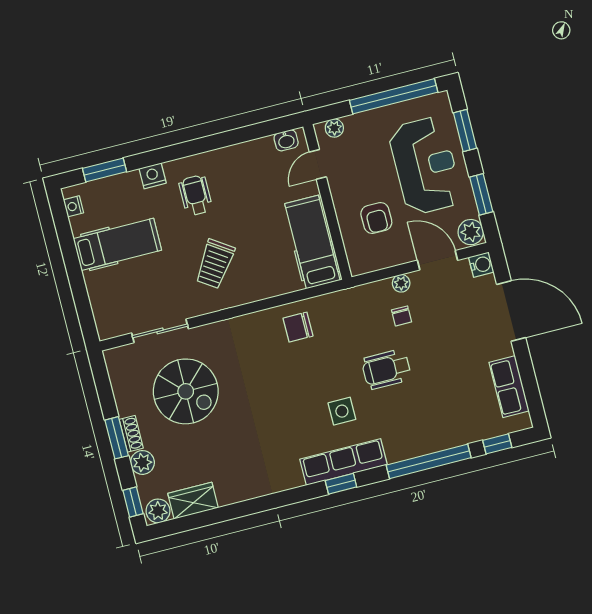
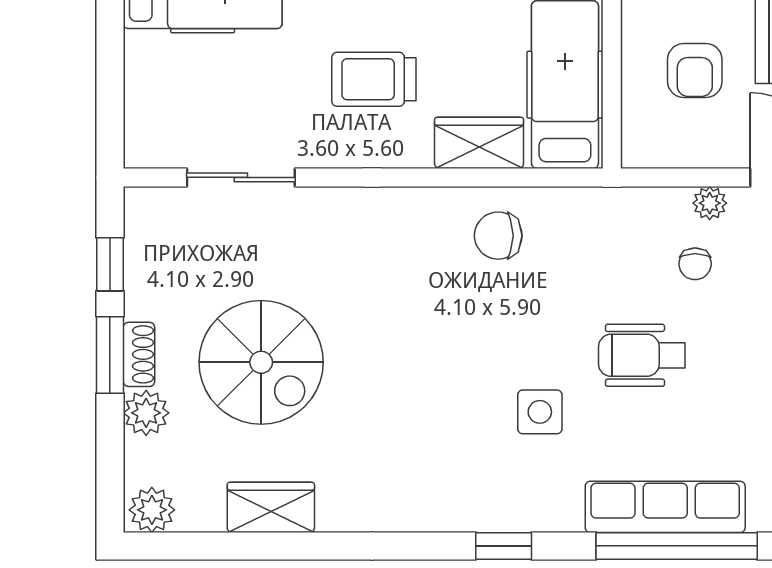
trolley: (215, 264) -> (374, 79), turned 56
wardrobe: (276, 283) -> (479, 143), added
spiral stairs: (186, 391) -> (261, 362), moved
row of seats: (343, 462) -> (665, 507), moved
wardrobe: (193, 501) -> (271, 507), moved
window: (133, 502) -> (110, 264), moved

